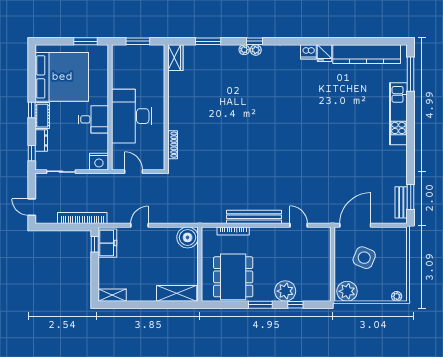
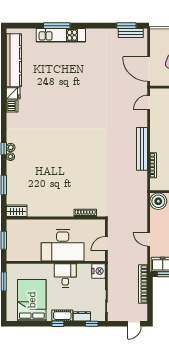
window: (411, 74) -> (57, 26), moved
bed: (62, 77) -> (32, 300), width x0.73
door: (299, 225) -> (149, 102), moved

